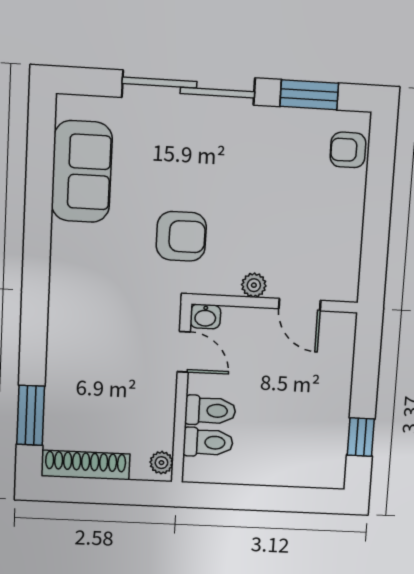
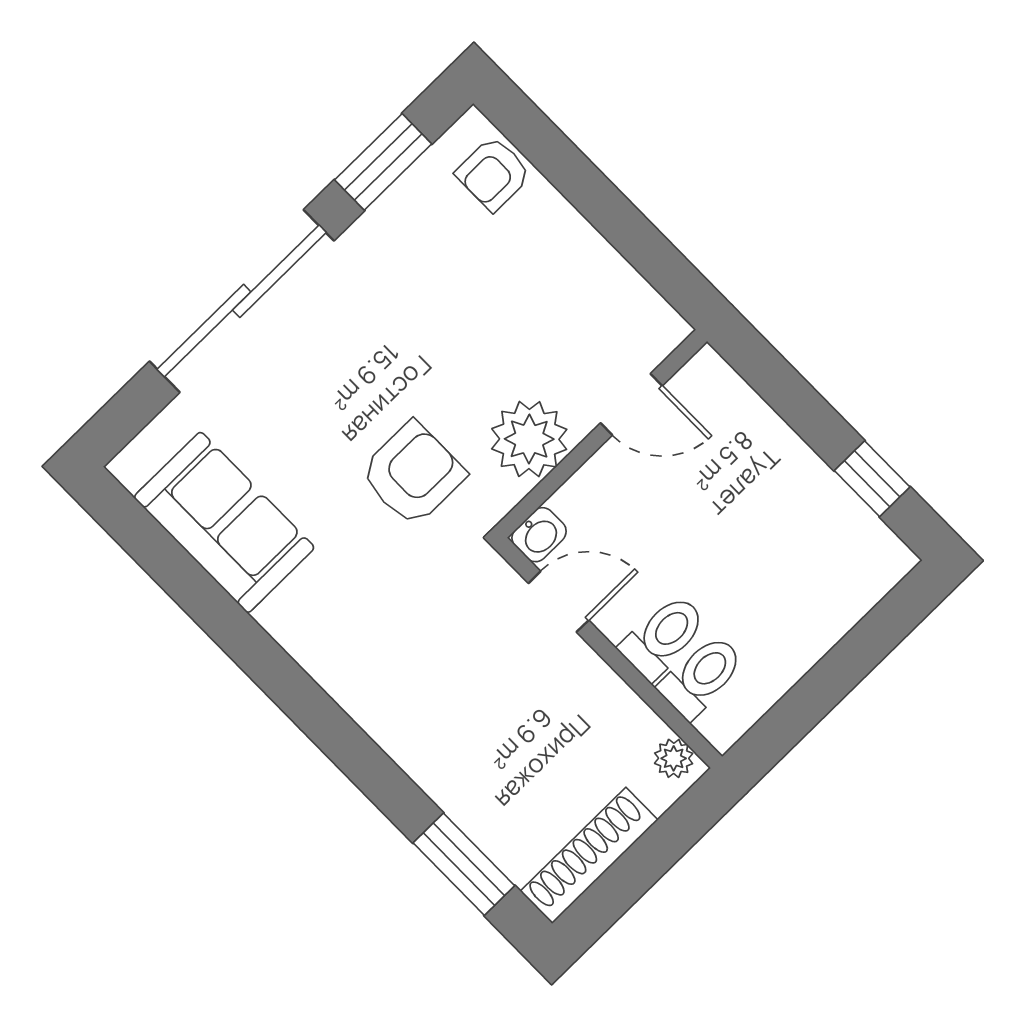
plant: (254, 285) -> (529, 439), width x1.88, depth x1.88

